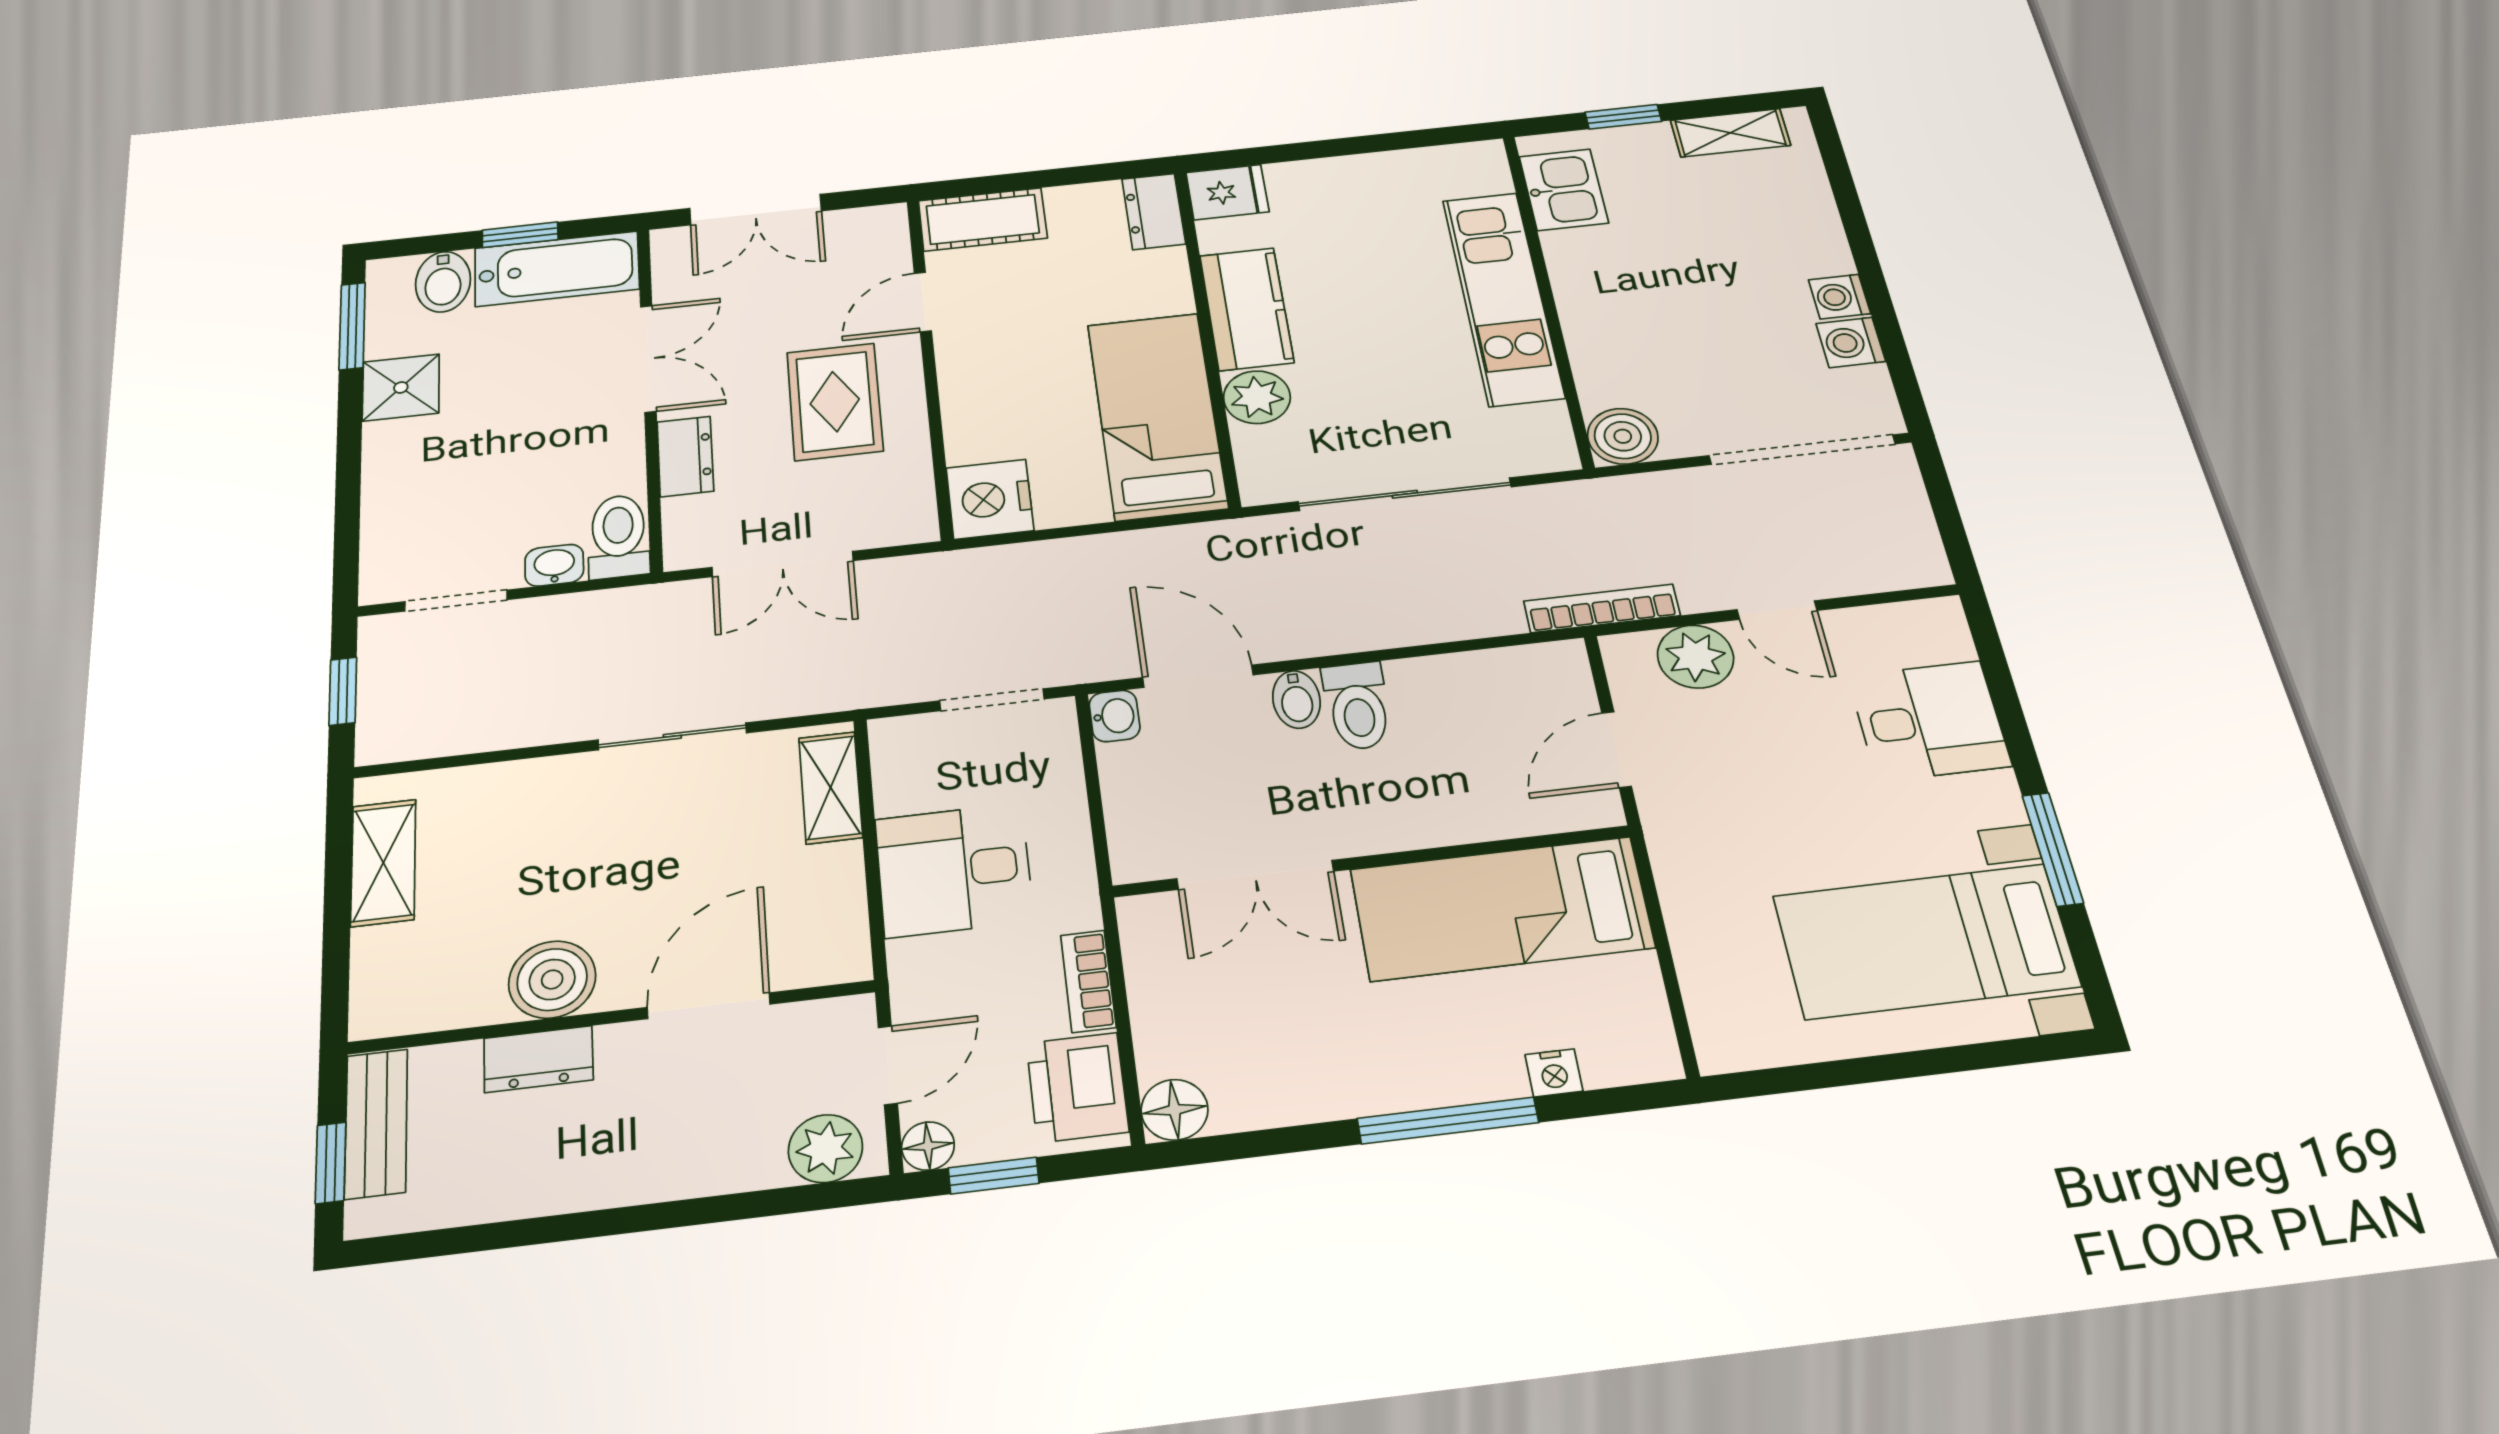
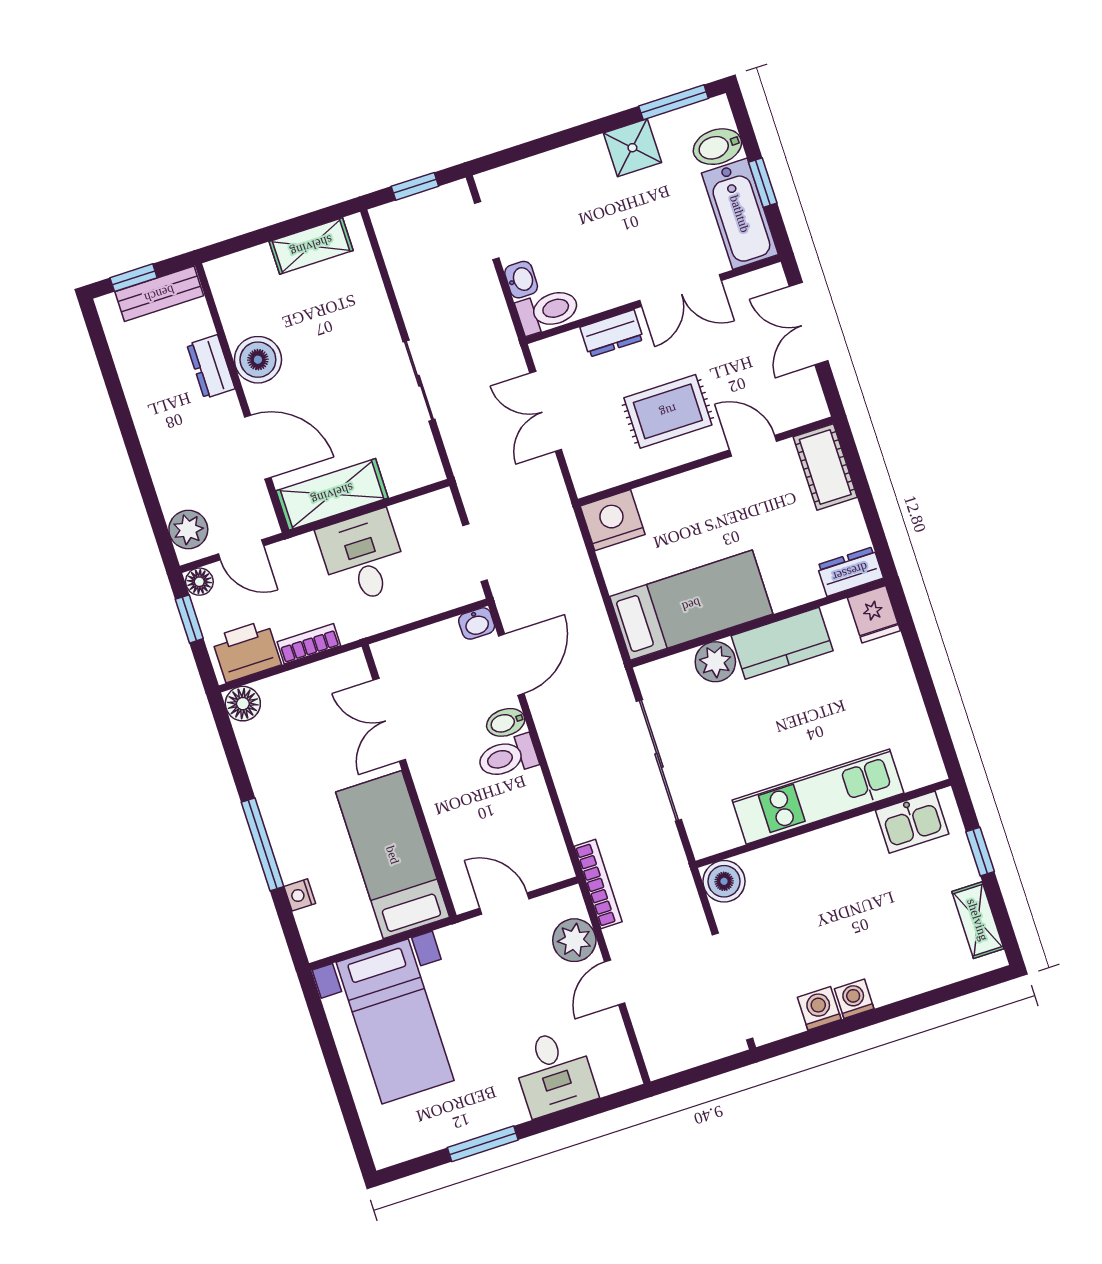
shelving: (830, 788) -> (332, 494), moved, width x1.50, depth x1.33
bed with nightstands: (1926, 941) -> (395, 1021), moved, turned 180

